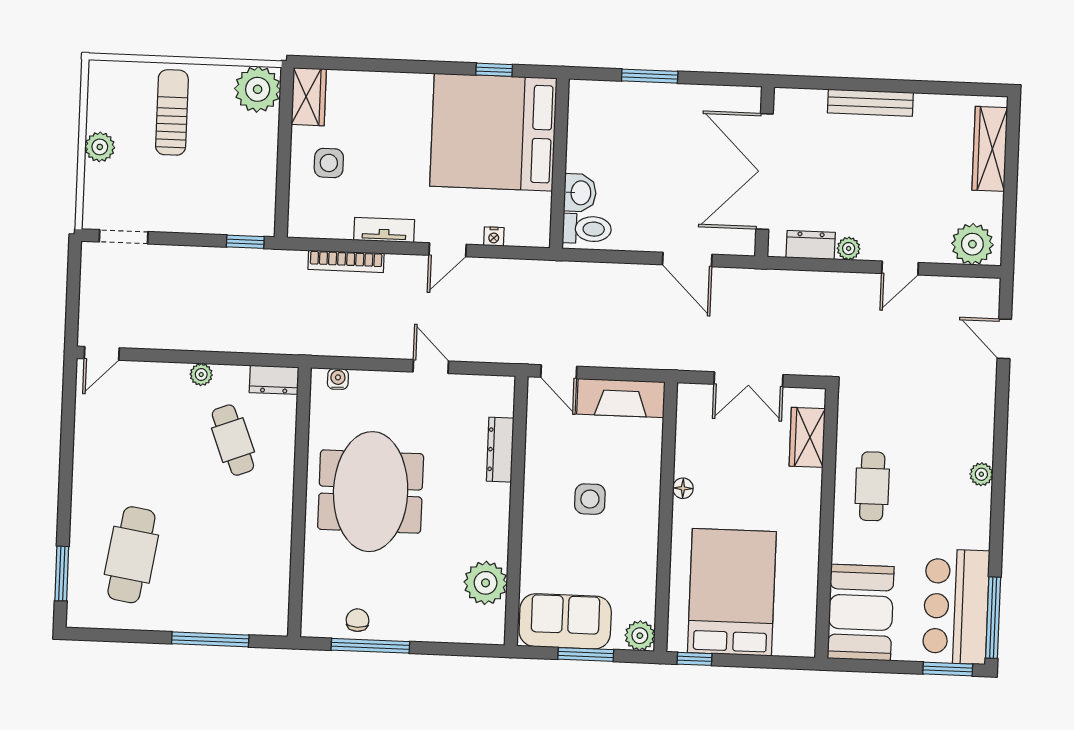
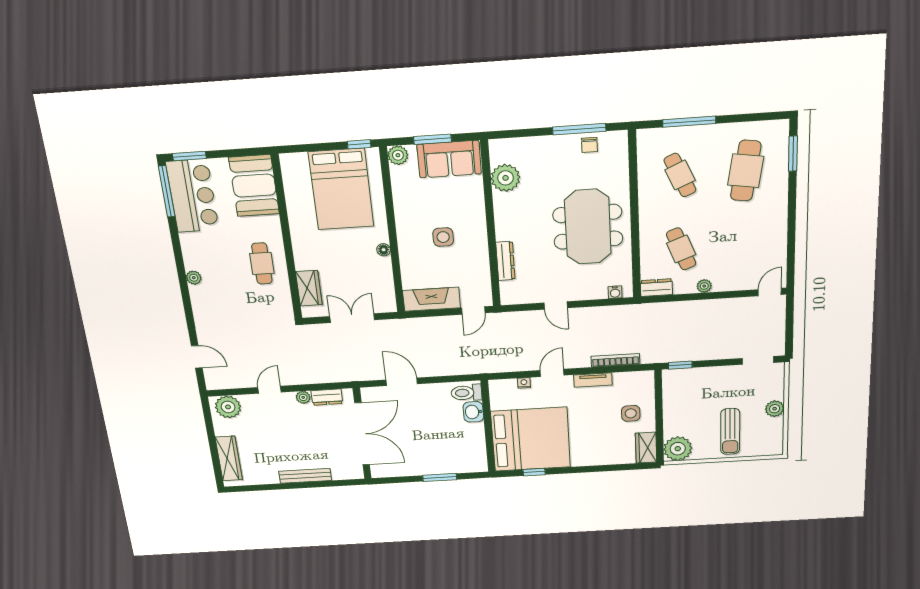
door: (559, 372) -> (473, 311), swing flipped
cafe table: (228, 559) -> (680, 175), added

